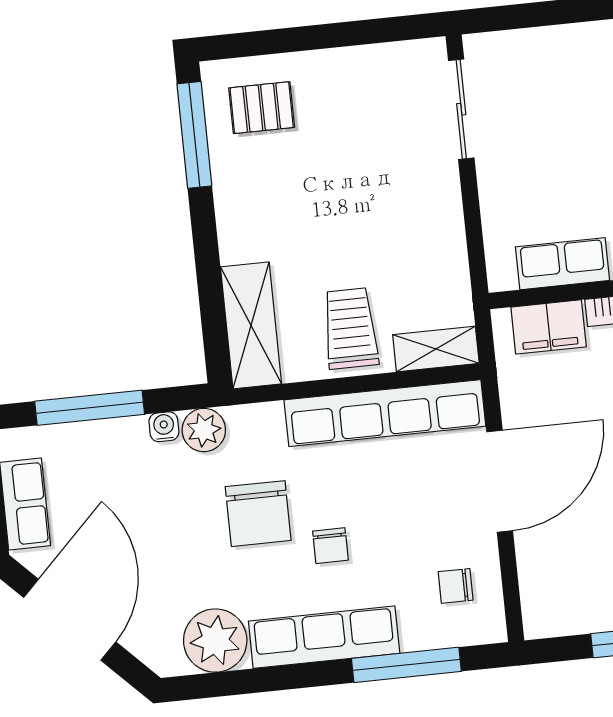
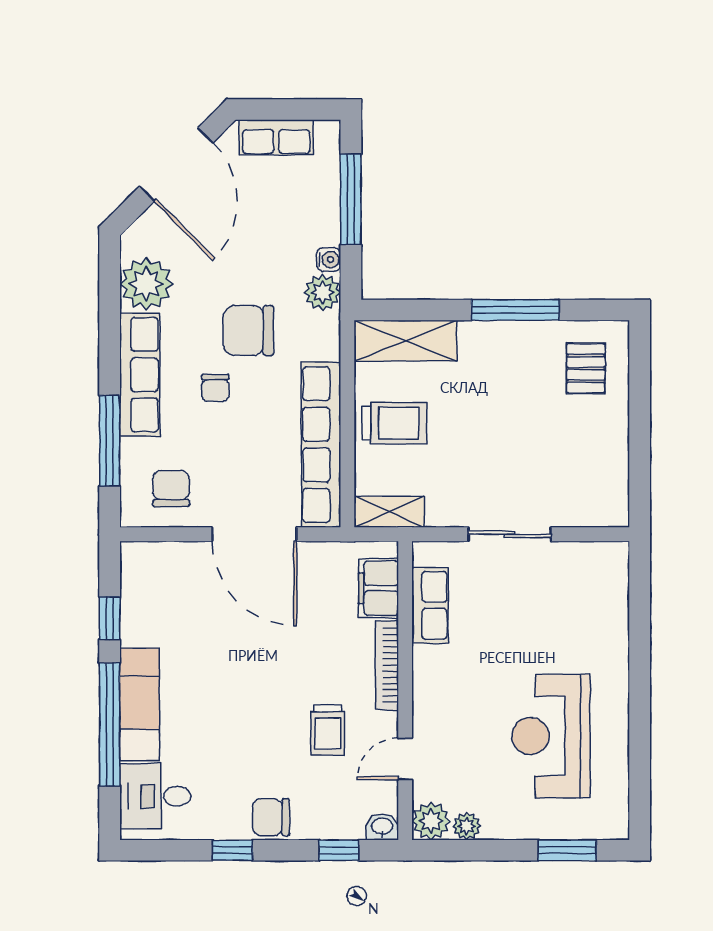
sliding door: (461, 109) -> (510, 534), moved
window: (194, 135) -> (515, 310), moved
shelving: (436, 349) -> (389, 512), moved, turned 90
chair: (330, 546) -> (215, 388), turned -90
chair: (456, 586) -> (171, 489), width x1.37, depth x1.37
door: (70, 620) -> (176, 165), hinge flipped

